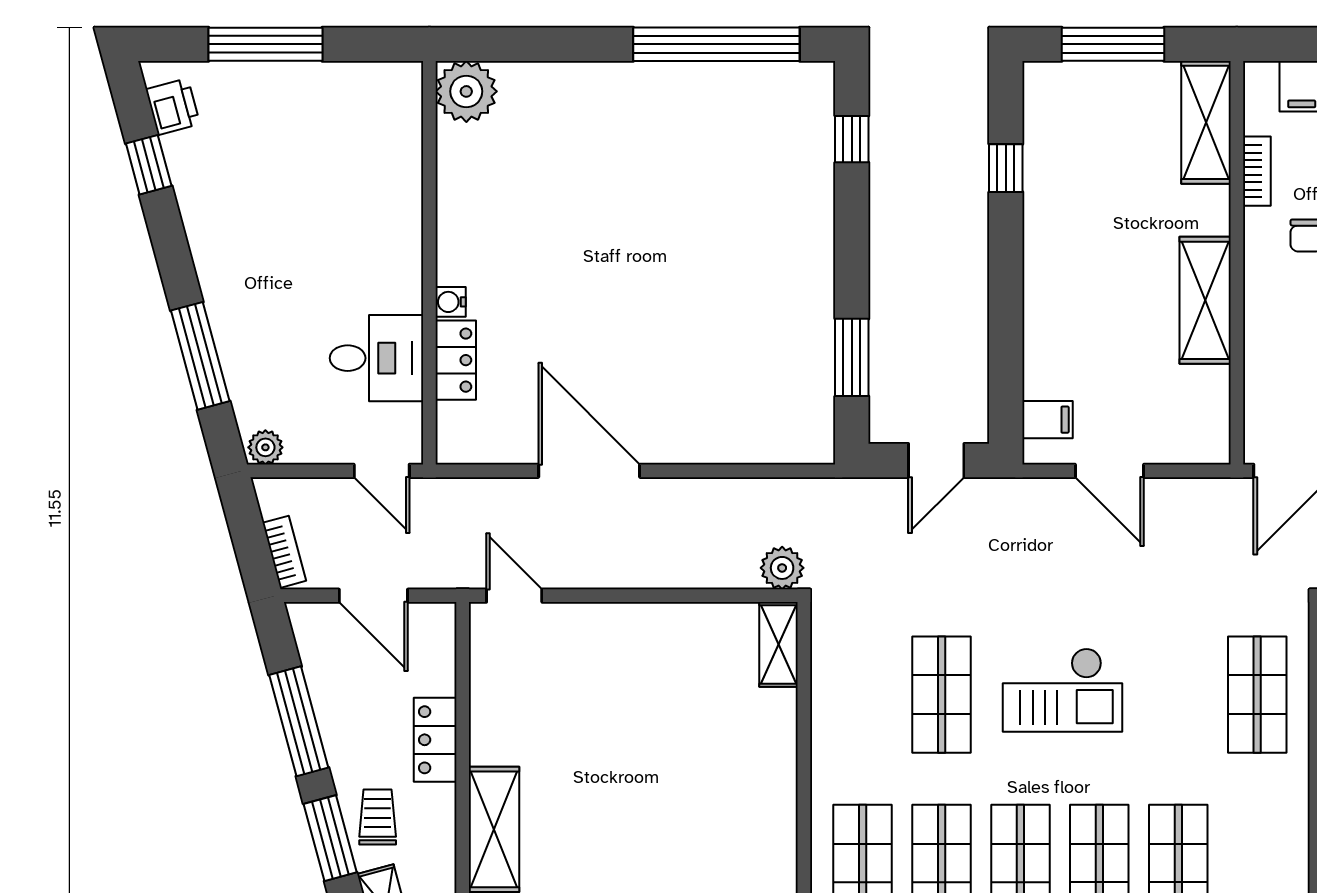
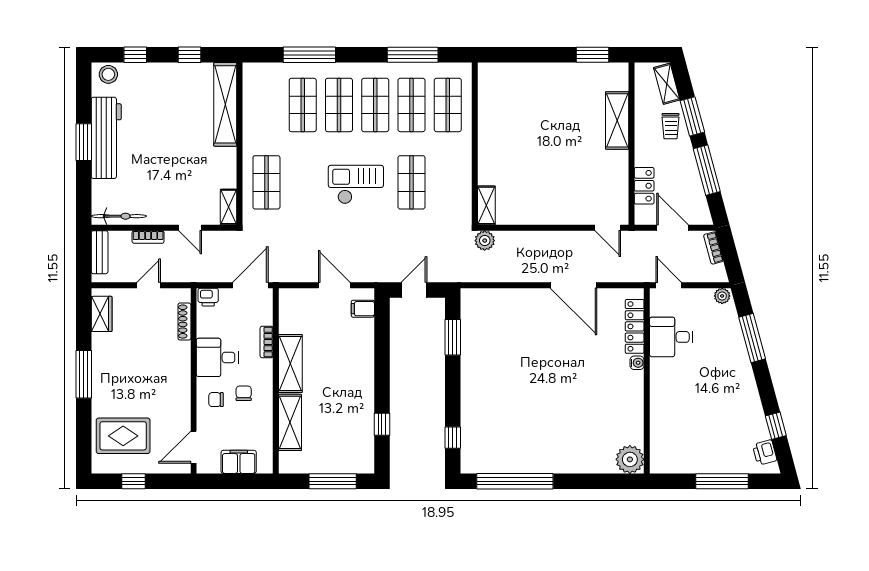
shelving: (1206, 122) -> (290, 422), moved
bookcase: (1257, 171) -> (267, 342), moved
locker: (456, 360) -> (635, 326), width x1.53
locker: (435, 740) -> (644, 186), moved

